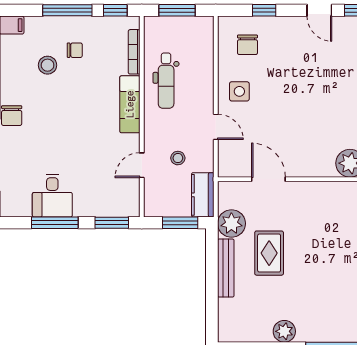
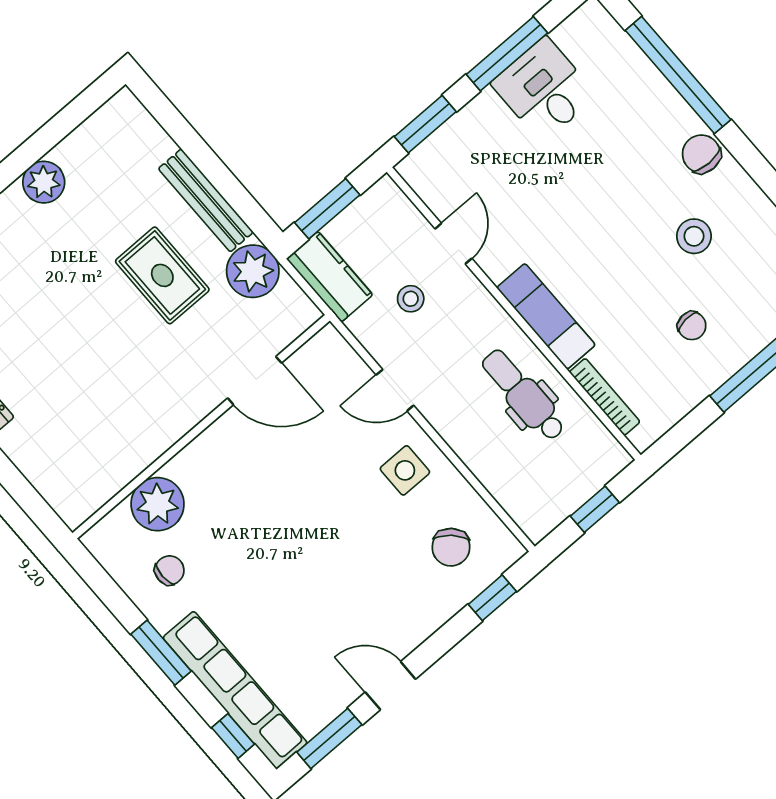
window: (115, 10) -> (683, 433), removed
window: (177, 10) -> (595, 509), width x0.67
window: (264, 10) -> (492, 598), moved
chair: (247, 45) -> (451, 547), turned -137
chair: (75, 50) -> (692, 326), turned -95
stool: (48, 65) -> (694, 236), moved

